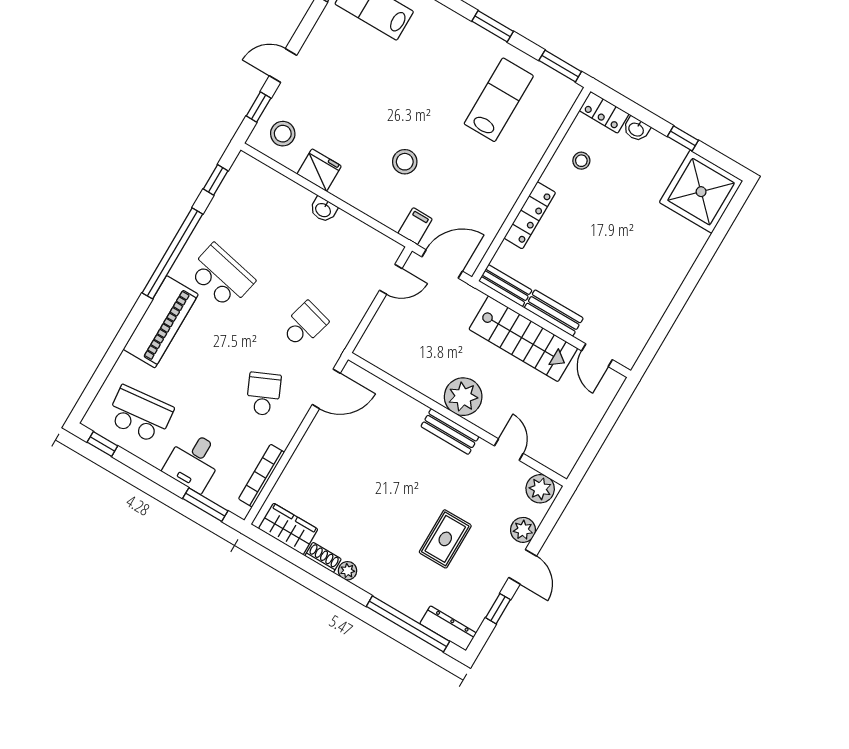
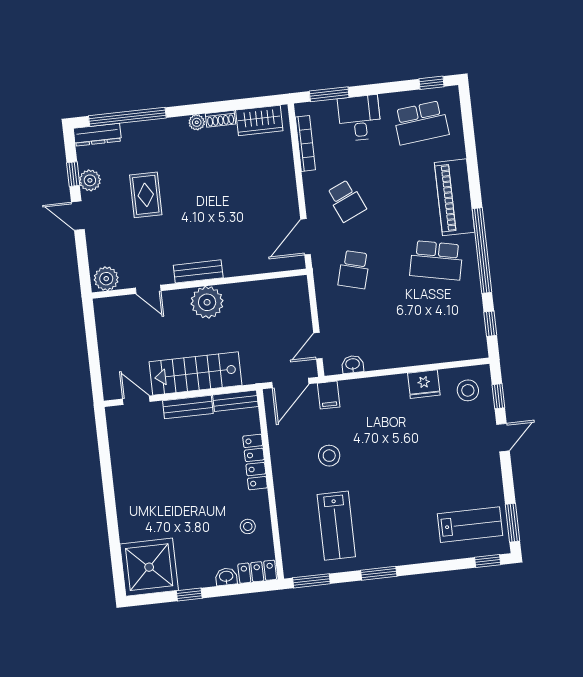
stool: (405, 162) -> (329, 456), moved
washbasin: (323, 210) -> (353, 364), moved
plant: (523, 530) -> (90, 180), moved

